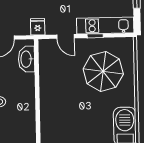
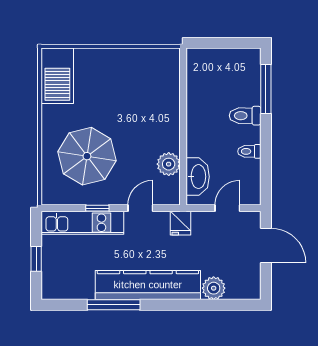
door: (66, 36) -> (140, 208), hinge flipped
plant: (47, 67) -> (169, 164), added

